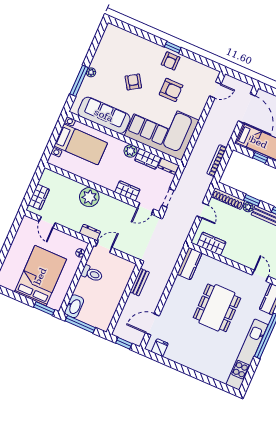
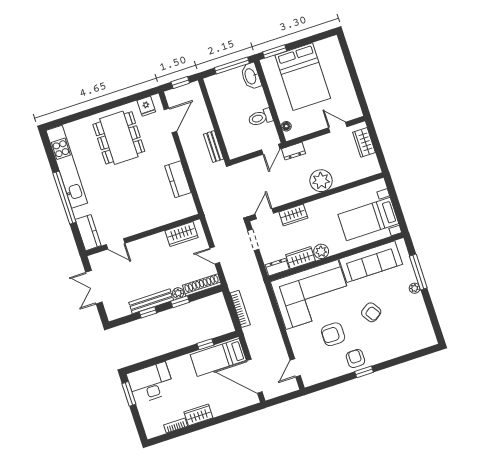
kitchen counter: (190, 264) -> (178, 179), moved
dining table: (217, 308) -> (119, 138), moved

